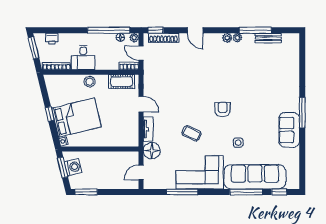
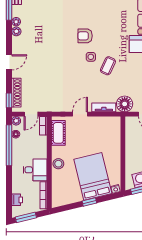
side table: (238, 143) -> (91, 57), moved

